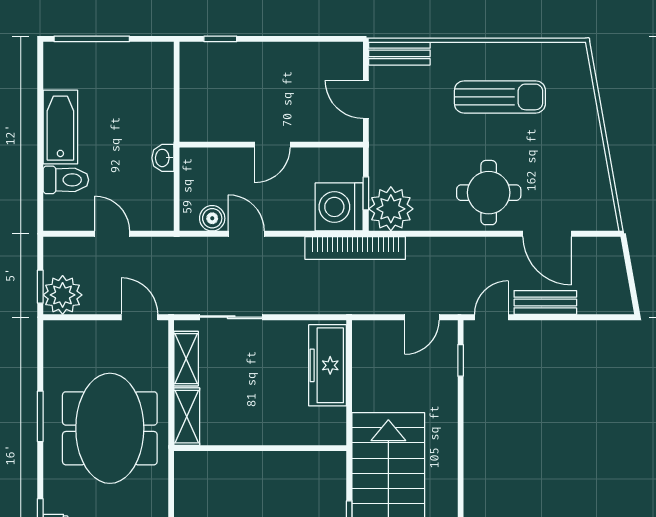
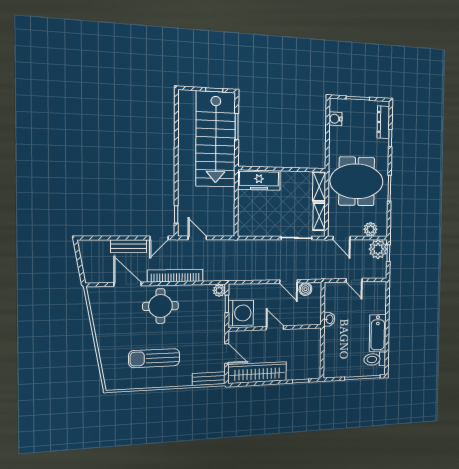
wardrobe: (306, 60) -> (257, 373), added
door: (273, 145) -> (275, 328), hinge flipped
toilet: (66, 180) -> (375, 359), moved
washing machine: (339, 207) -> (241, 313), moved
plant: (391, 209) -> (219, 290), width x0.53, depth x0.53
bookcase: (355, 248) -> (175, 276), moved
door: (422, 317) -> (197, 238), hinge flipped
plant: (79, 334) -> (370, 229), added
freezer: (328, 365) -> (259, 180), moved, turned 90
meeting table: (110, 428) -> (357, 181), turned 90

